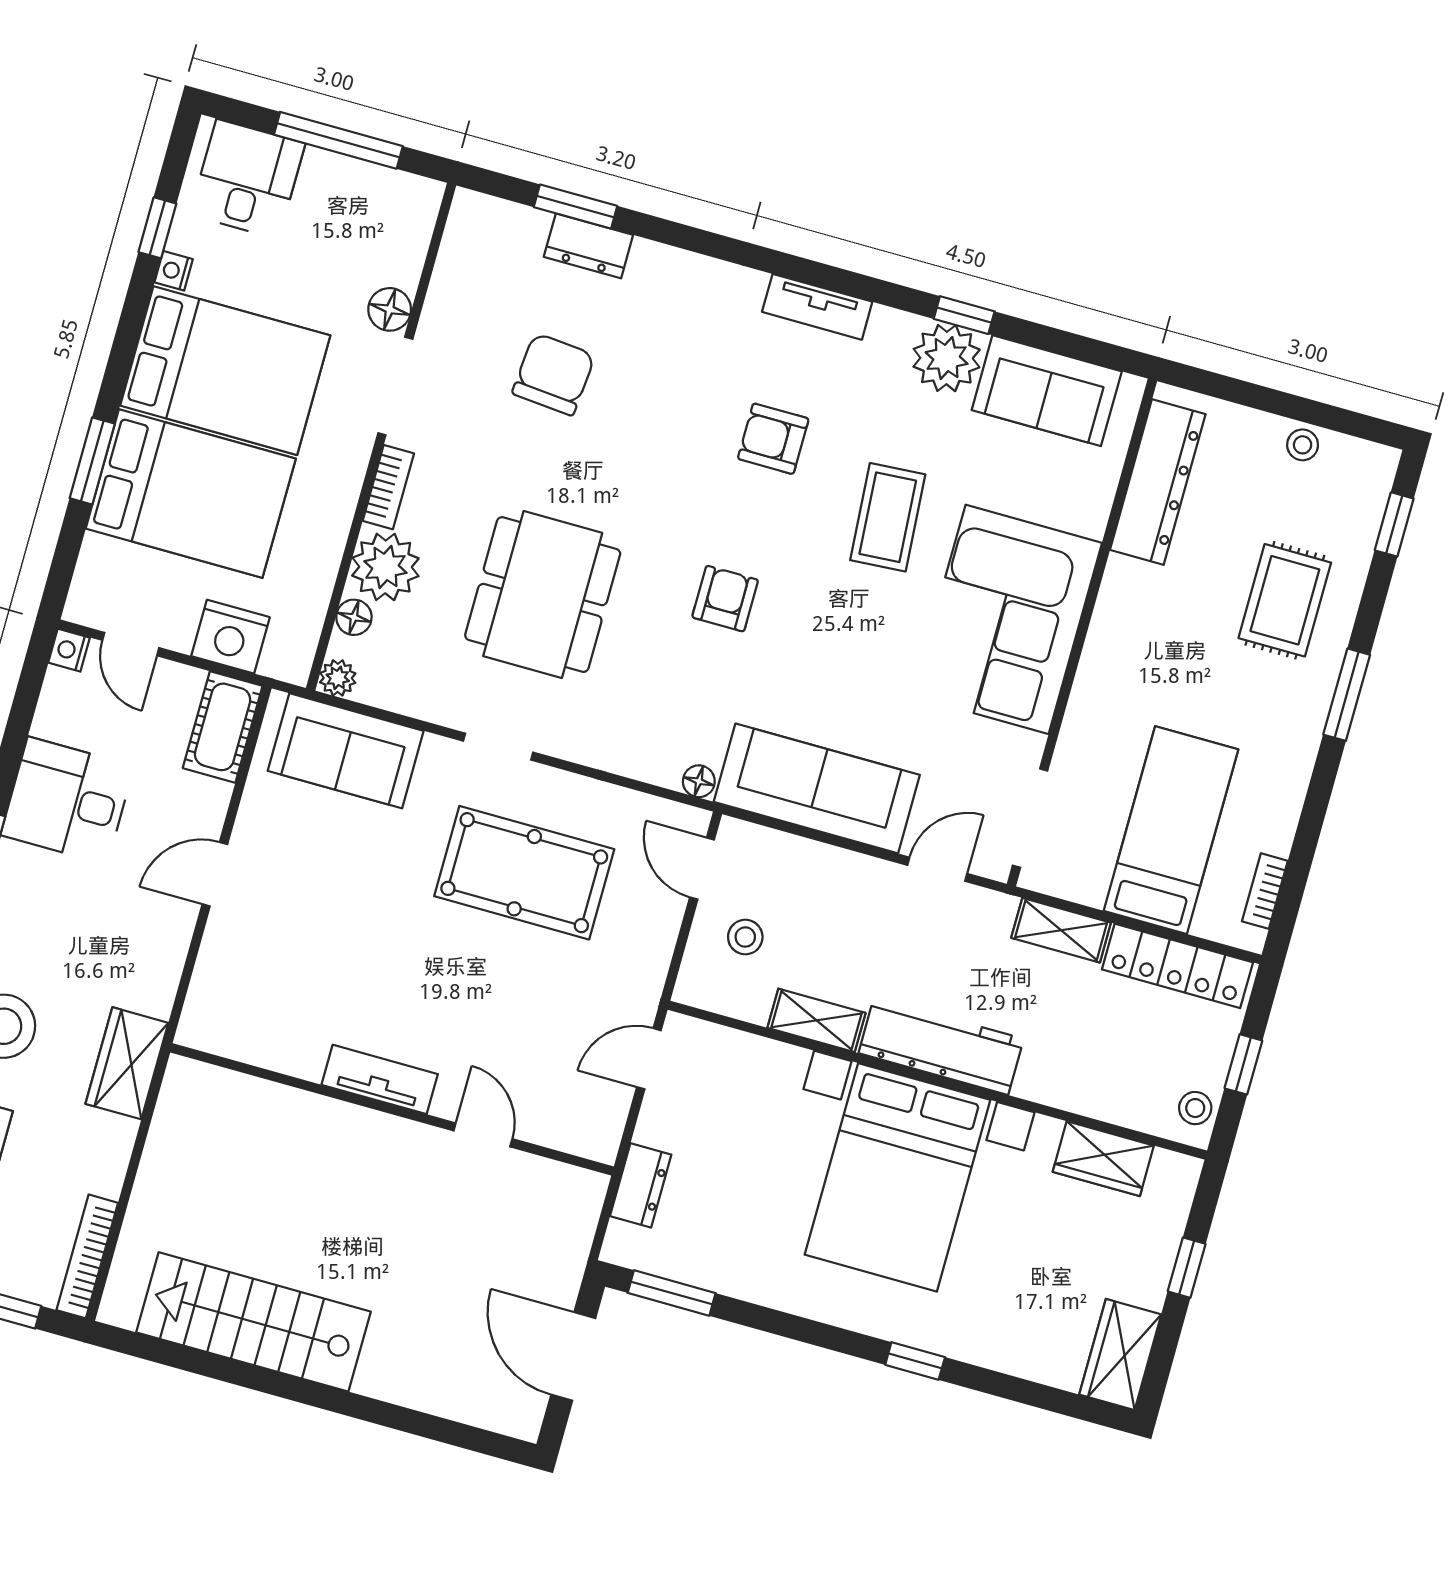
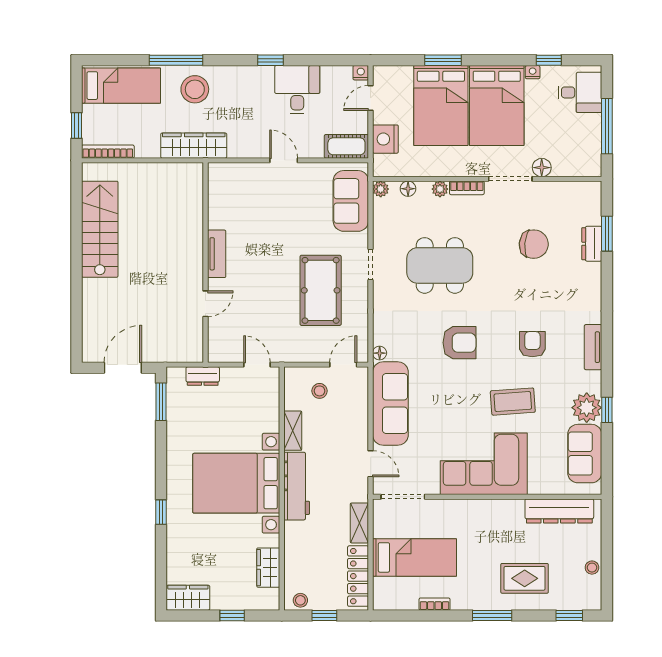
plant: (385, 567) -> (440, 189), width x0.53, depth x0.53
armchair: (725, 599) -> (459, 343), width x1.38, depth x1.38
bookcase: (1265, 891) -> (435, 604), moved
wardrobe: (127, 1063) -> (194, 146), width x1.50

